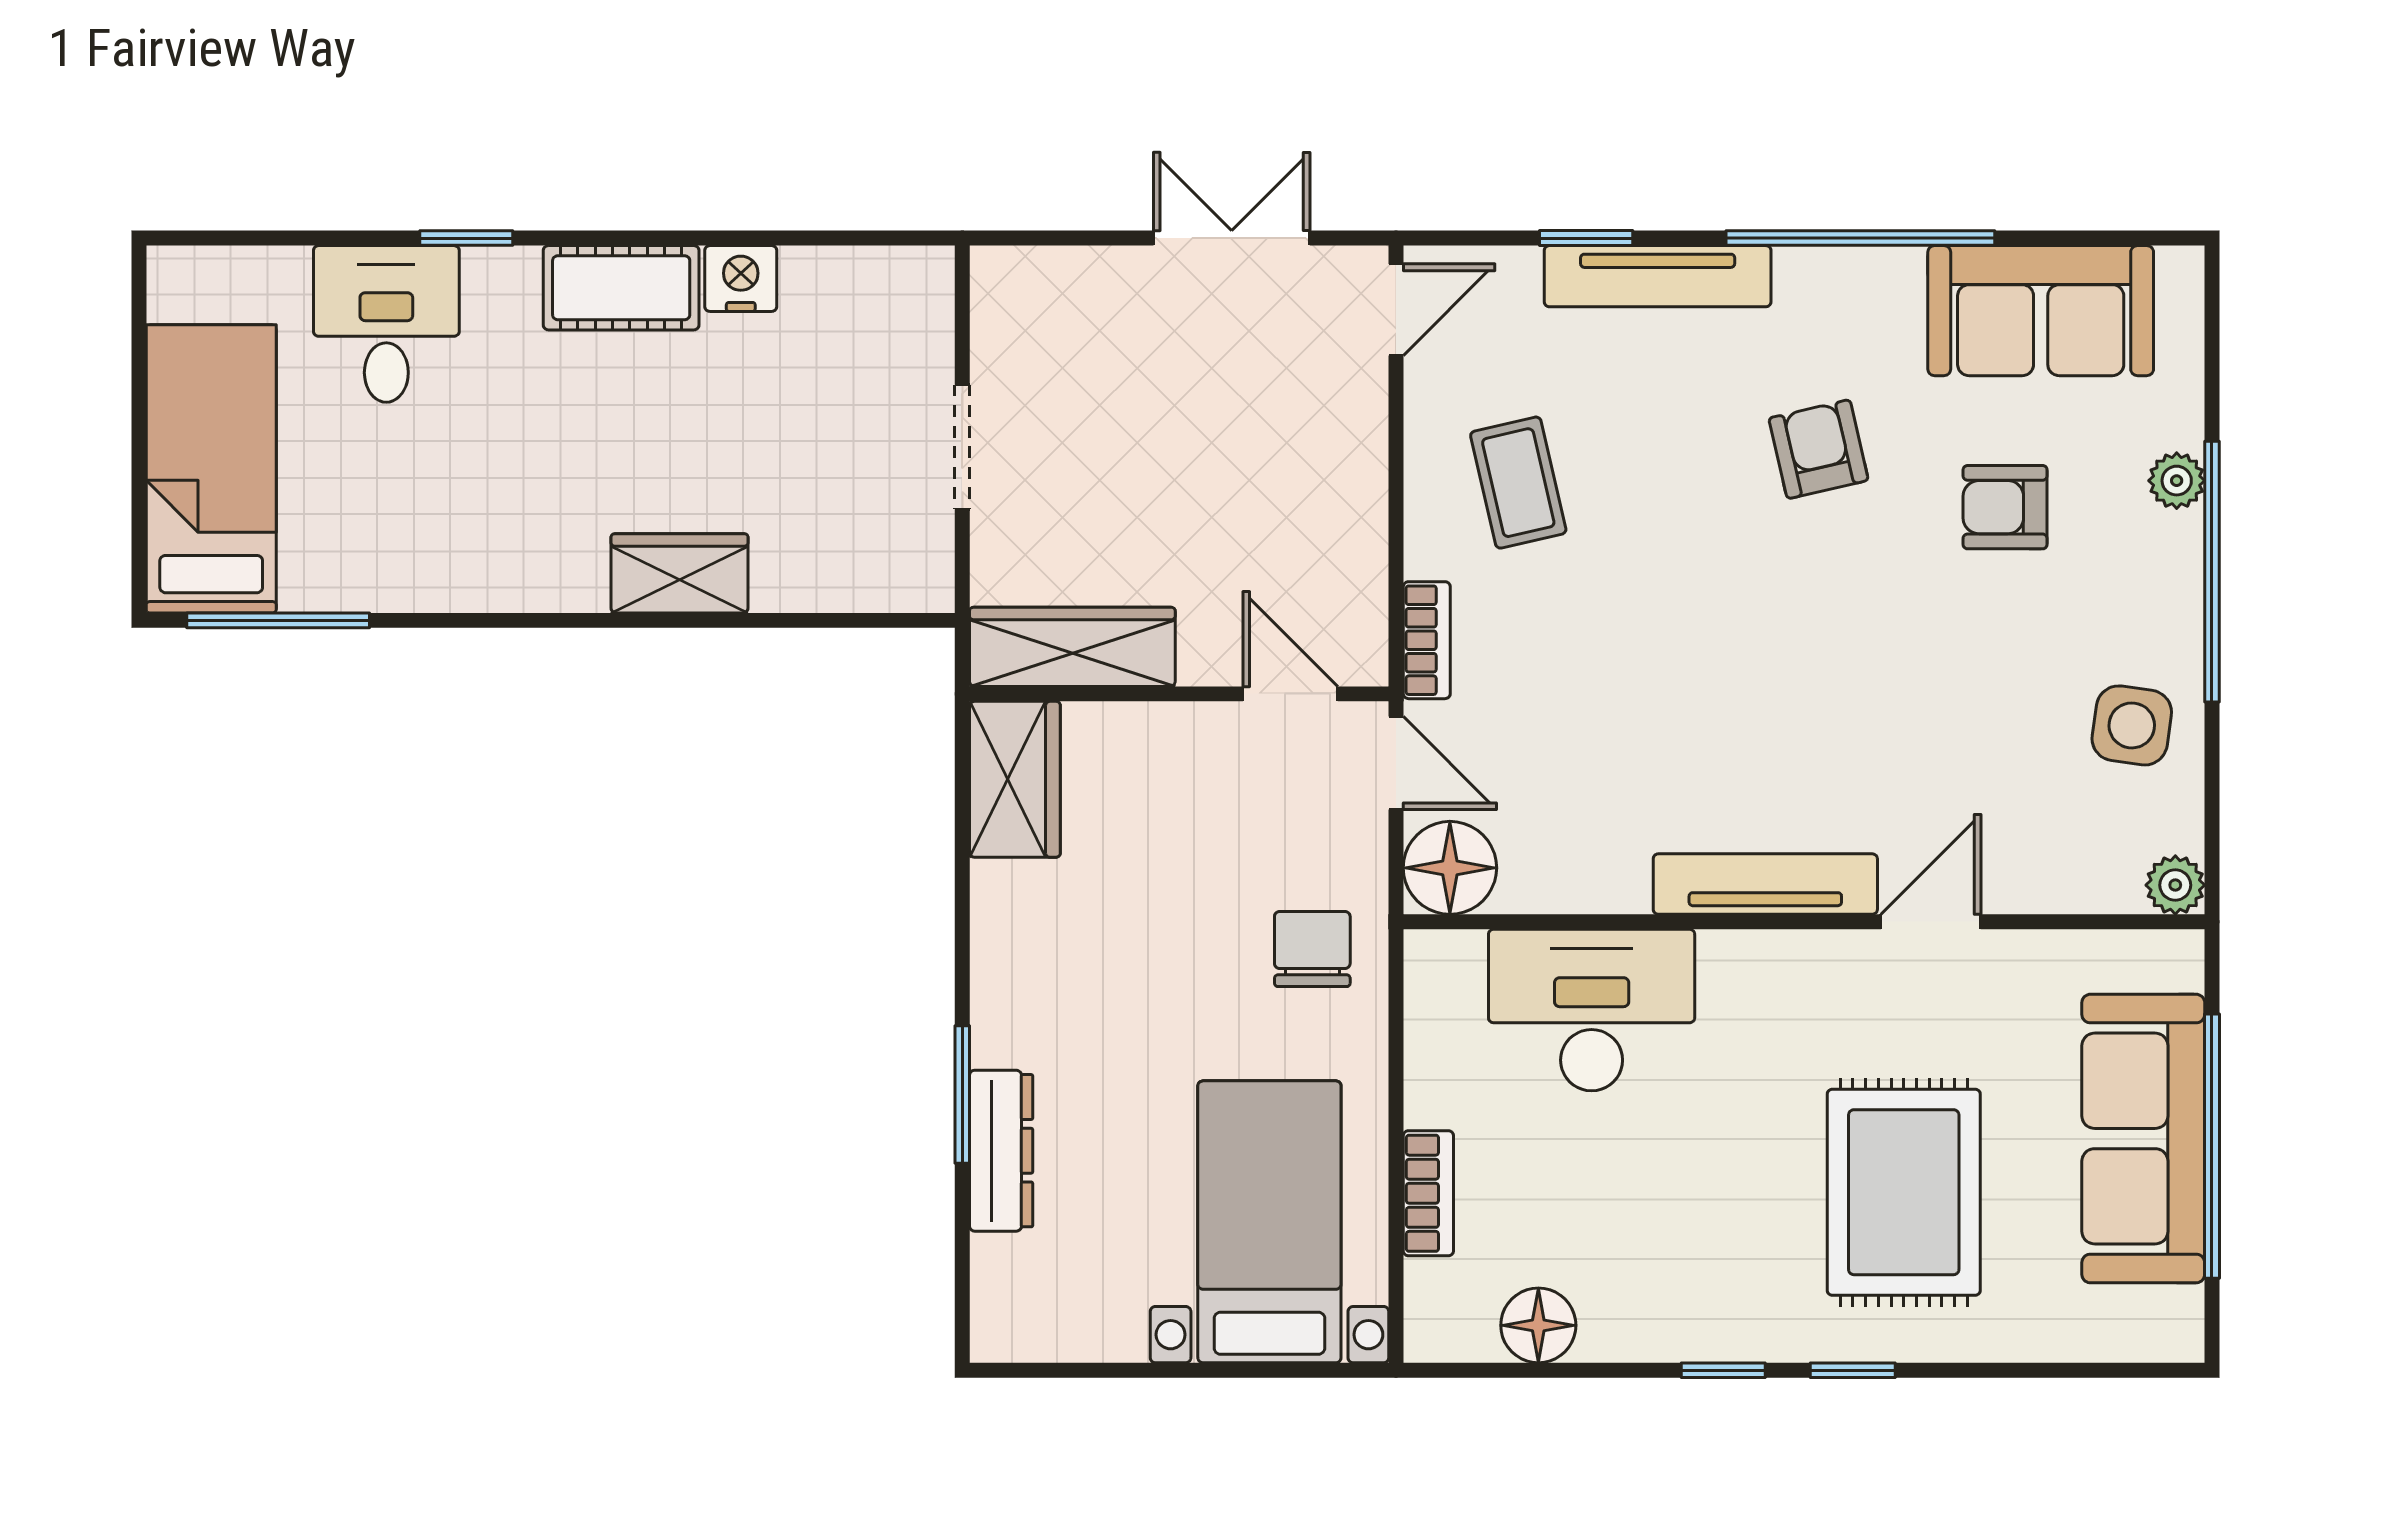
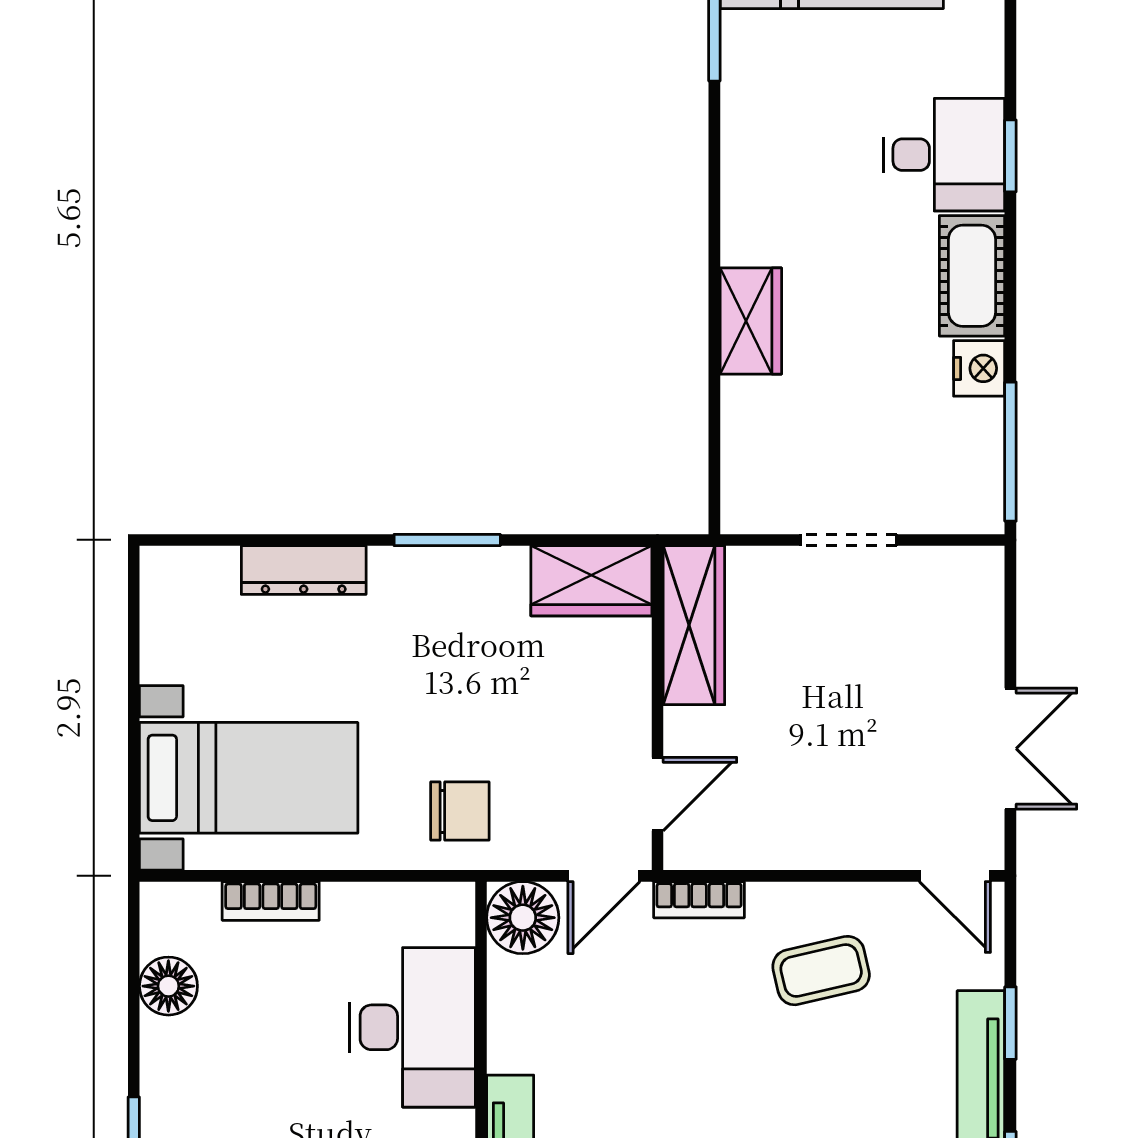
window: (848, 238) -> (1010, 452), added
desk: (386, 324) -> (944, 155), moved
window: (962, 1095) -> (447, 540), moved

